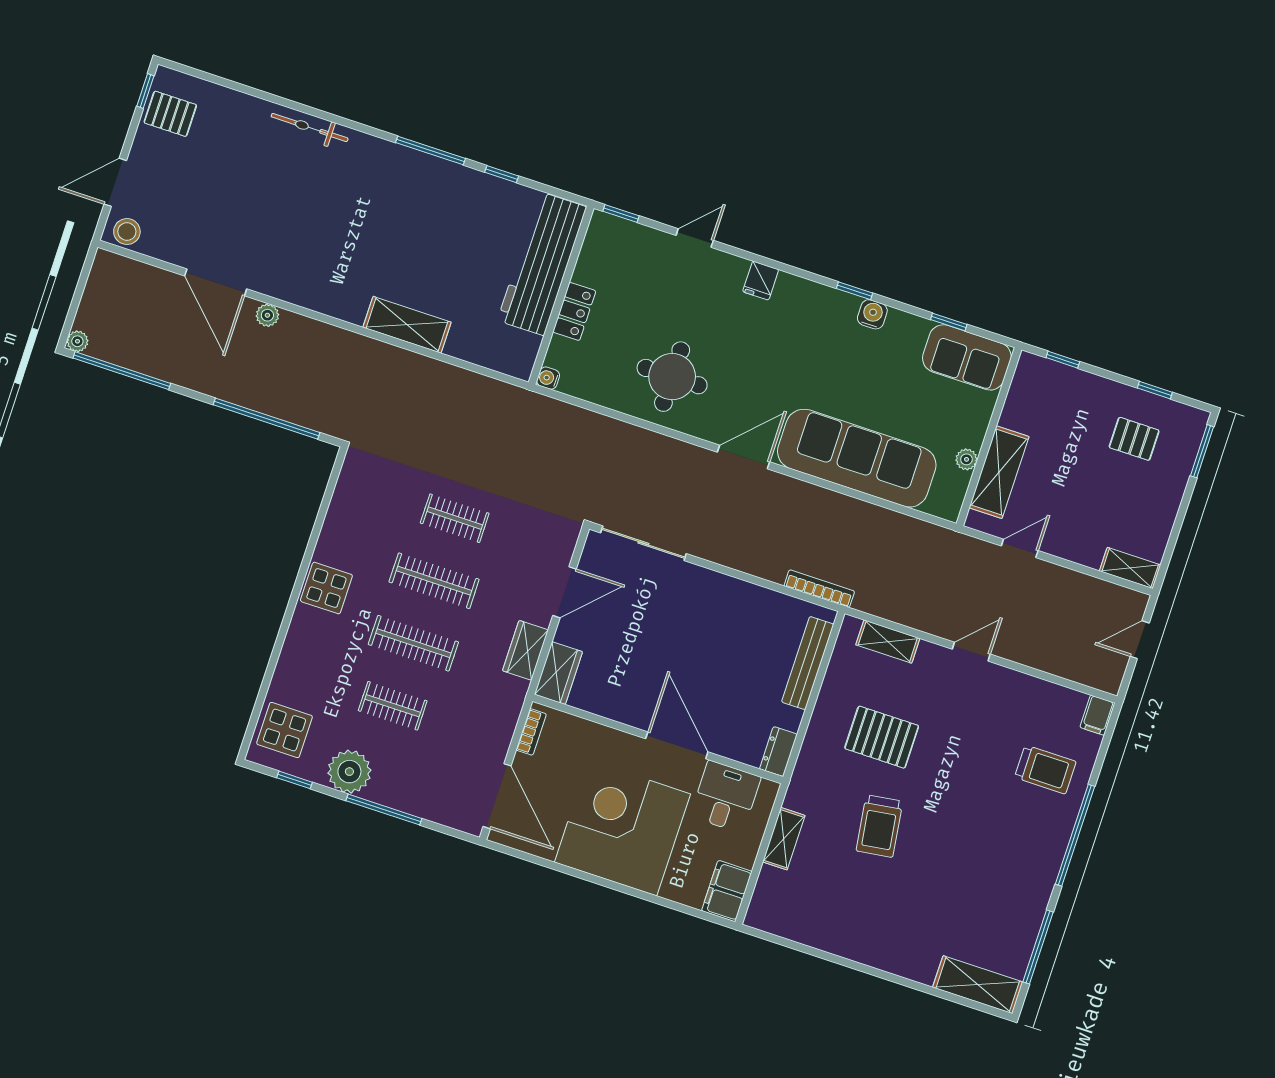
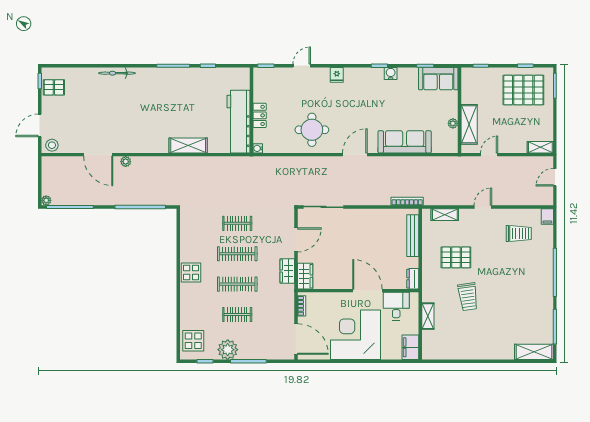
workbench: (542, 264) -> (239, 122), moved
pallet: (1134, 439) -> (523, 90), width x2.05, depth x2.00
sofa: (857, 458) -> (405, 142), width x0.74, depth x0.79
trolley: (1045, 769) -> (519, 234), moved

